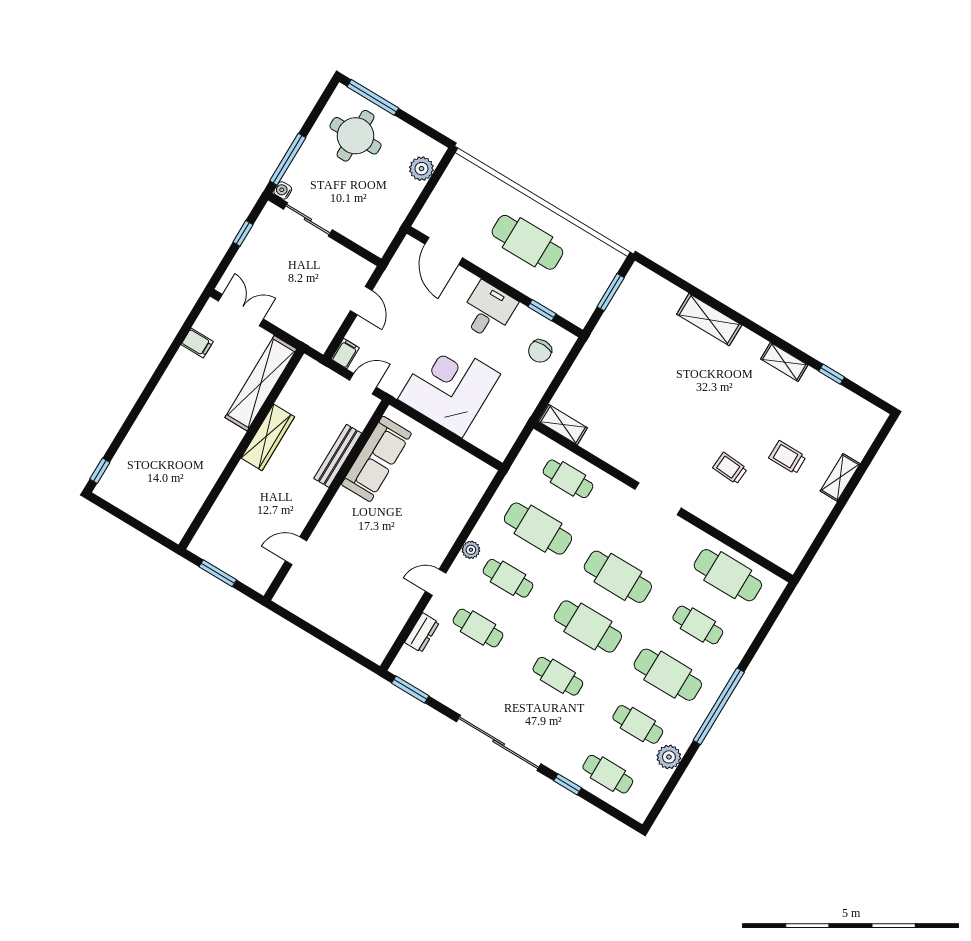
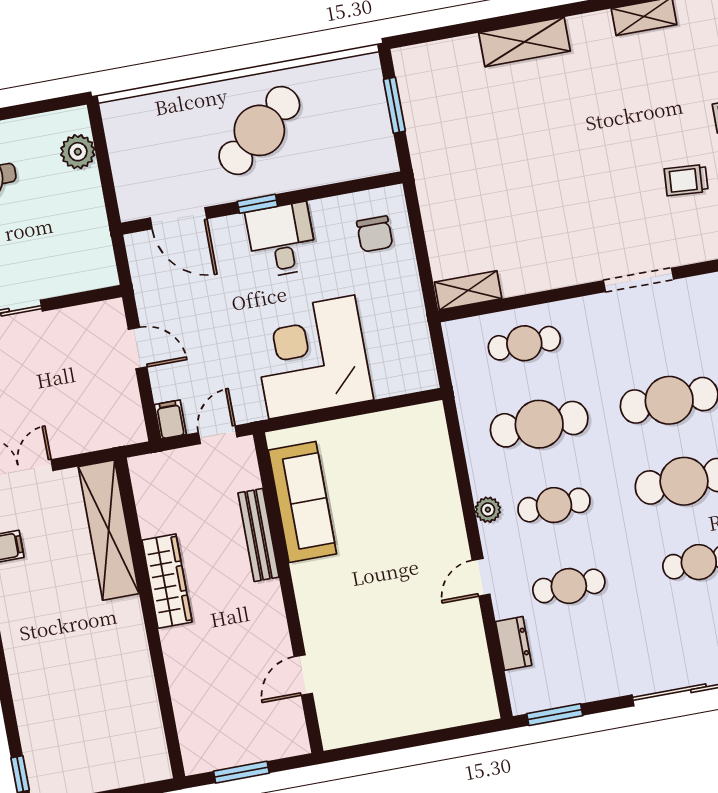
cafe table: (527, 242) -> (259, 130), turned -39
window: (542, 310) -> (257, 204), moved

